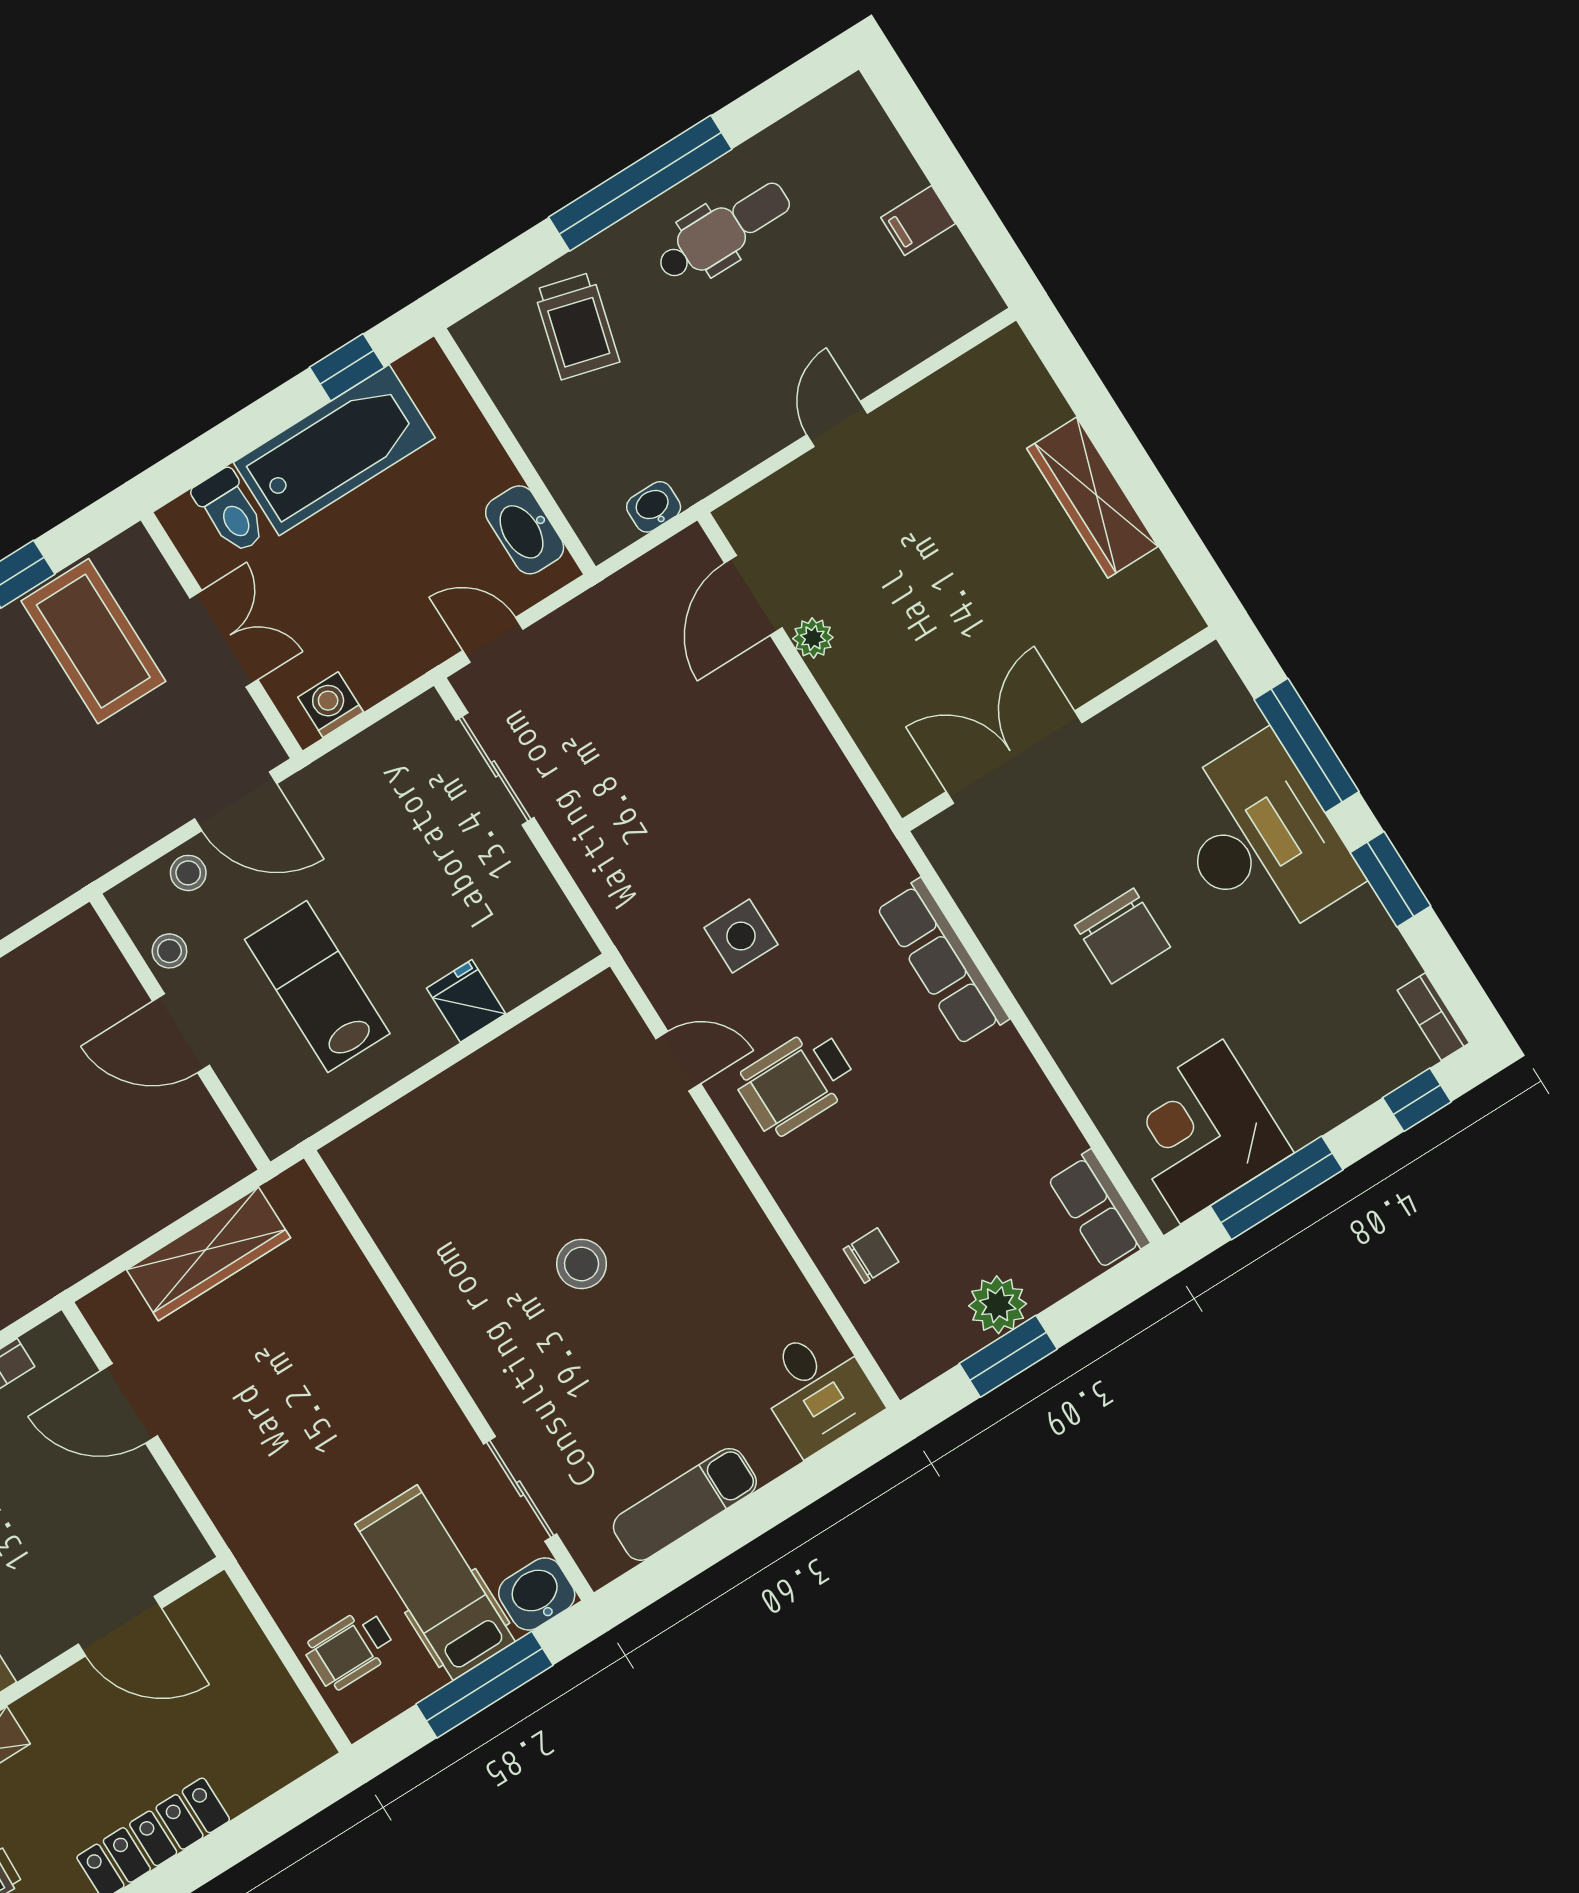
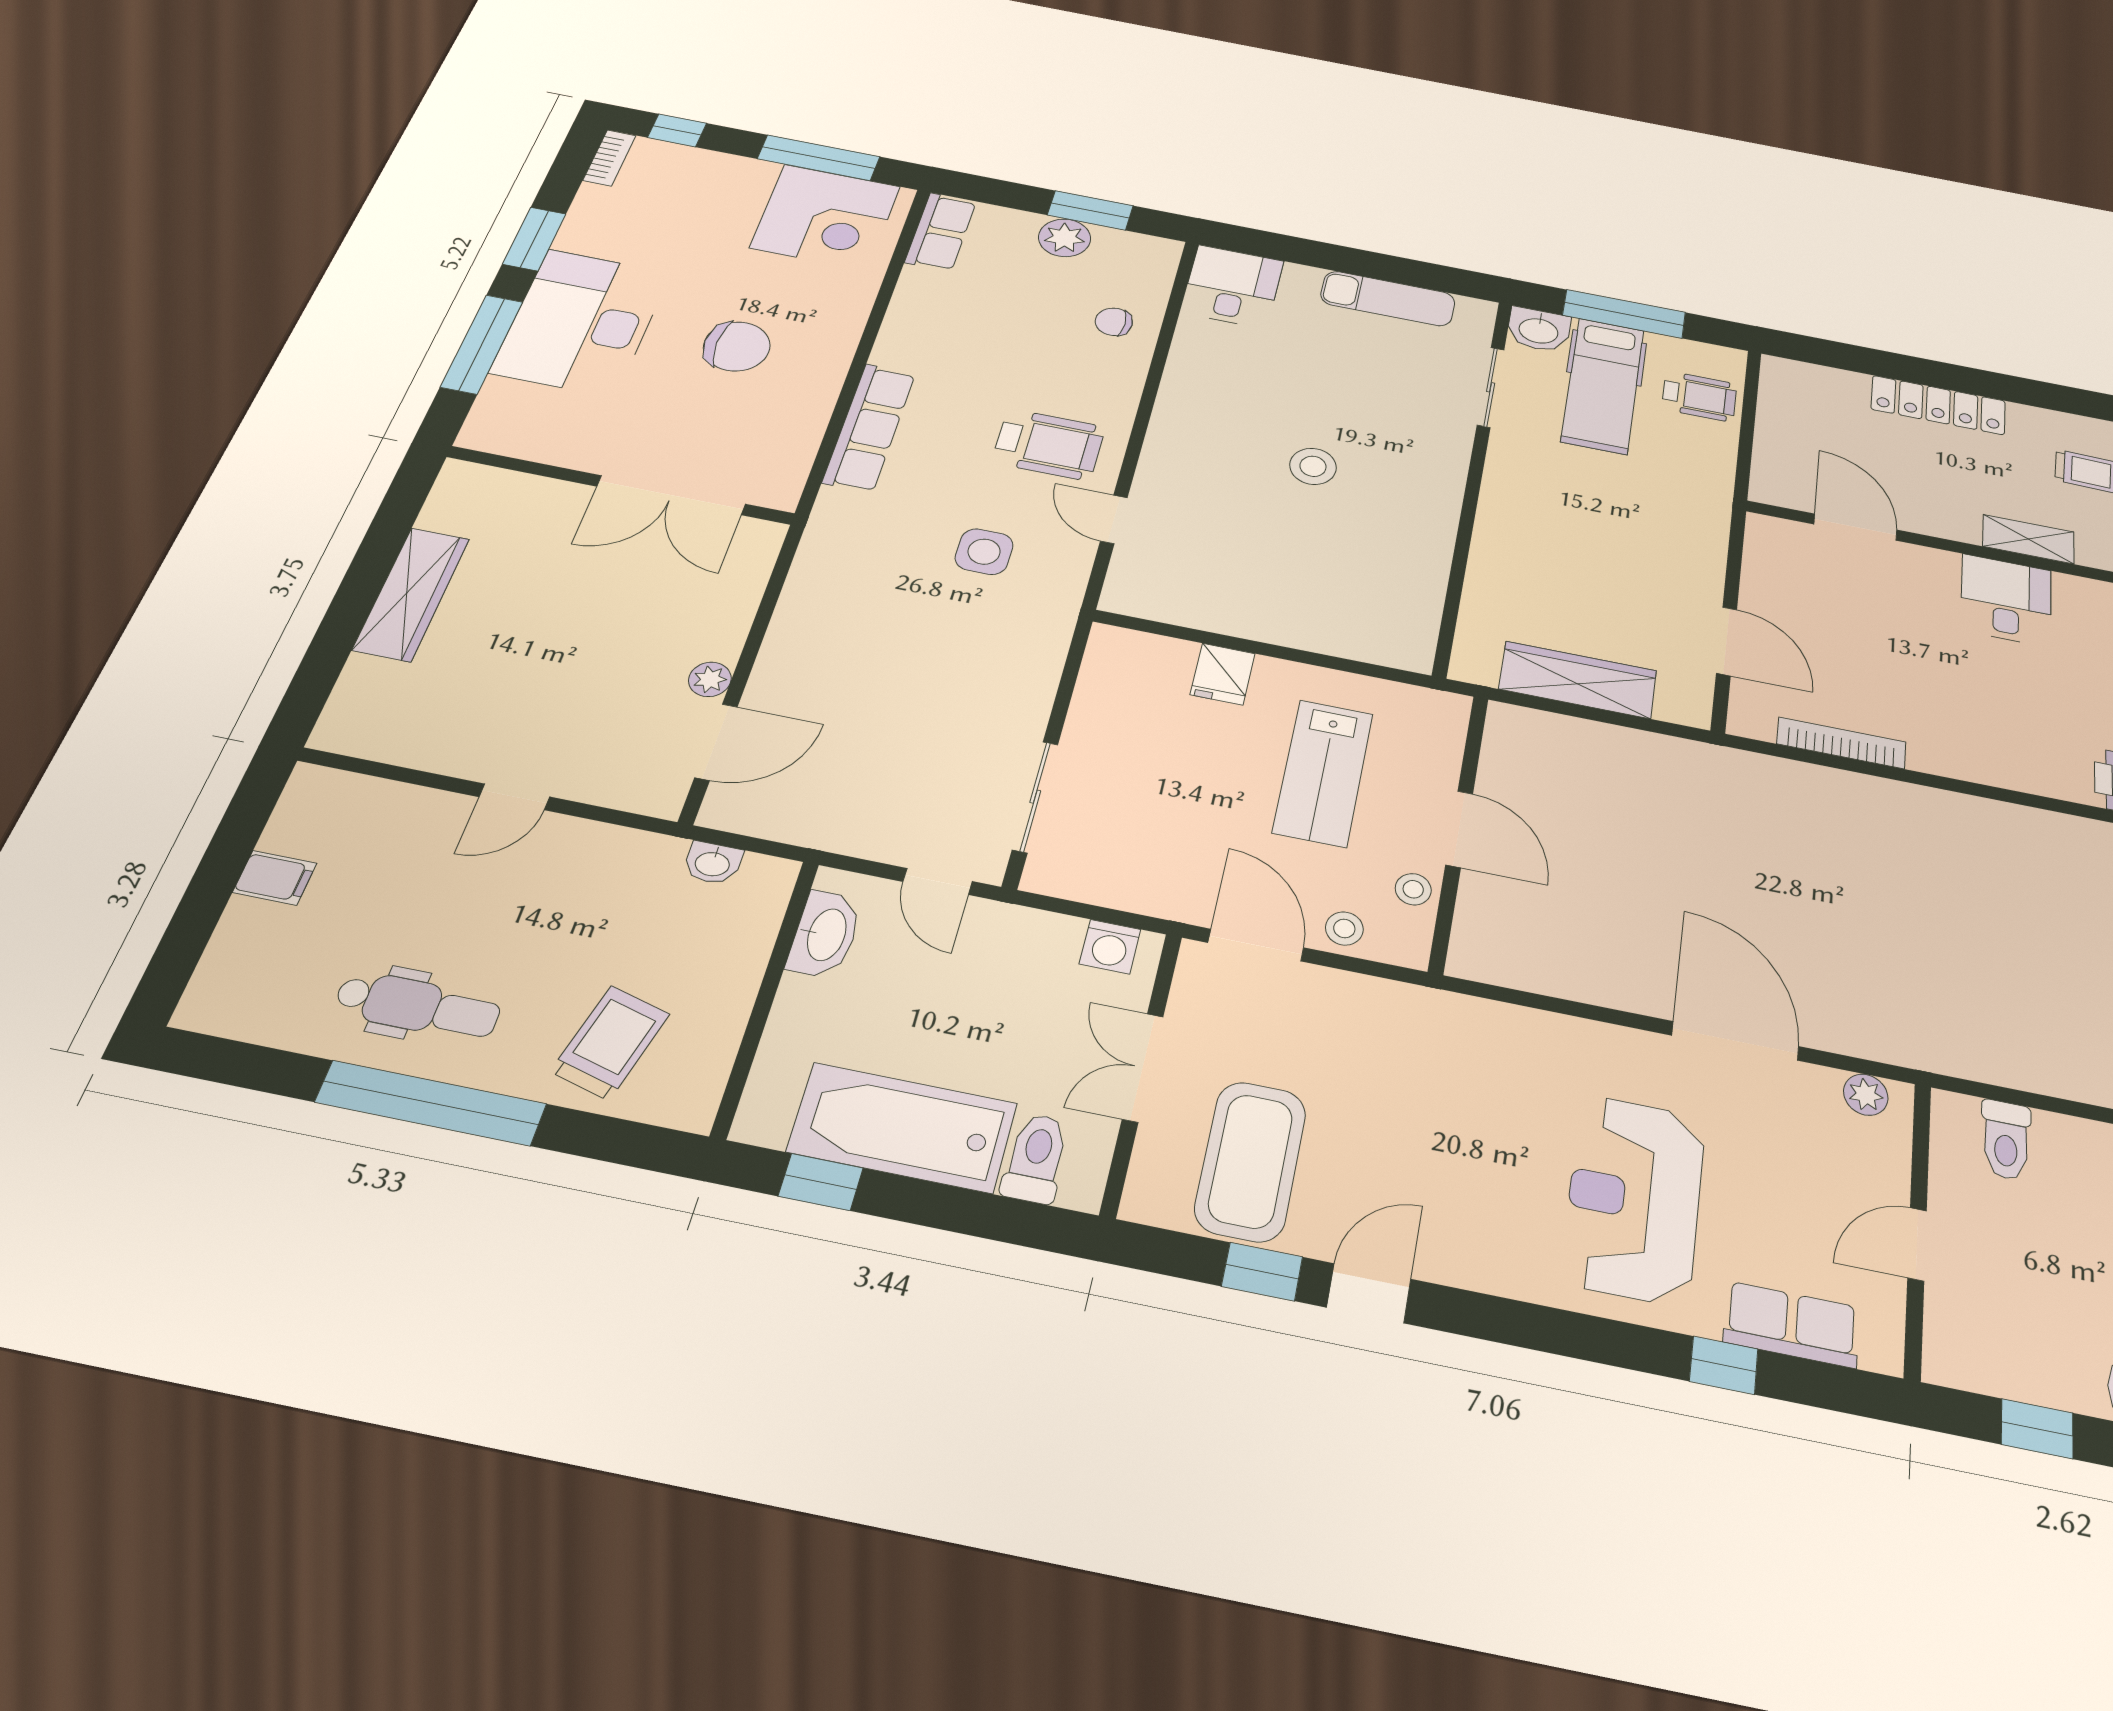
dental chair: (724, 231) -> (418, 1006), turned 180
chair: (1123, 936) -> (737, 346), turned 90

